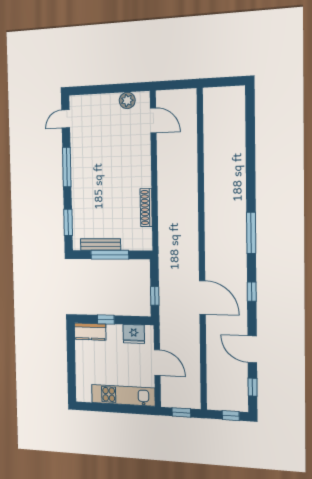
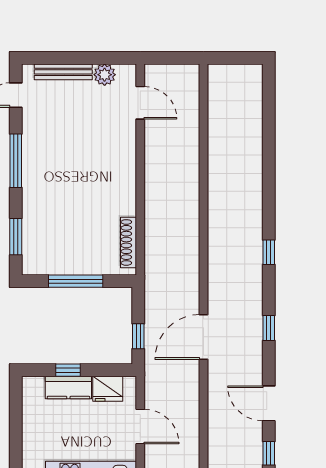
shoe rack: (146, 208) -> (128, 242), moved
window: (251, 233) -> (269, 252), width x0.46
bench: (100, 244) -> (63, 72), moved
door: (202, 297) -> (203, 337), swing flipped
kitchen counter: (90, 332) -> (68, 388), moved

